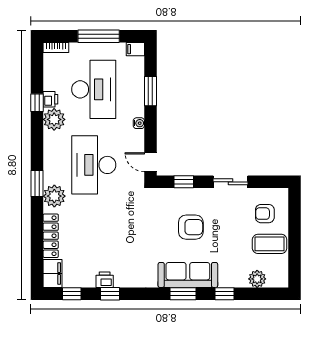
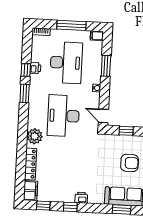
plant: (54, 119) -> (37, 82), removed
window: (37, 184) -> (25, 93), moved
printer: (105, 280) -> (81, 198), moved

